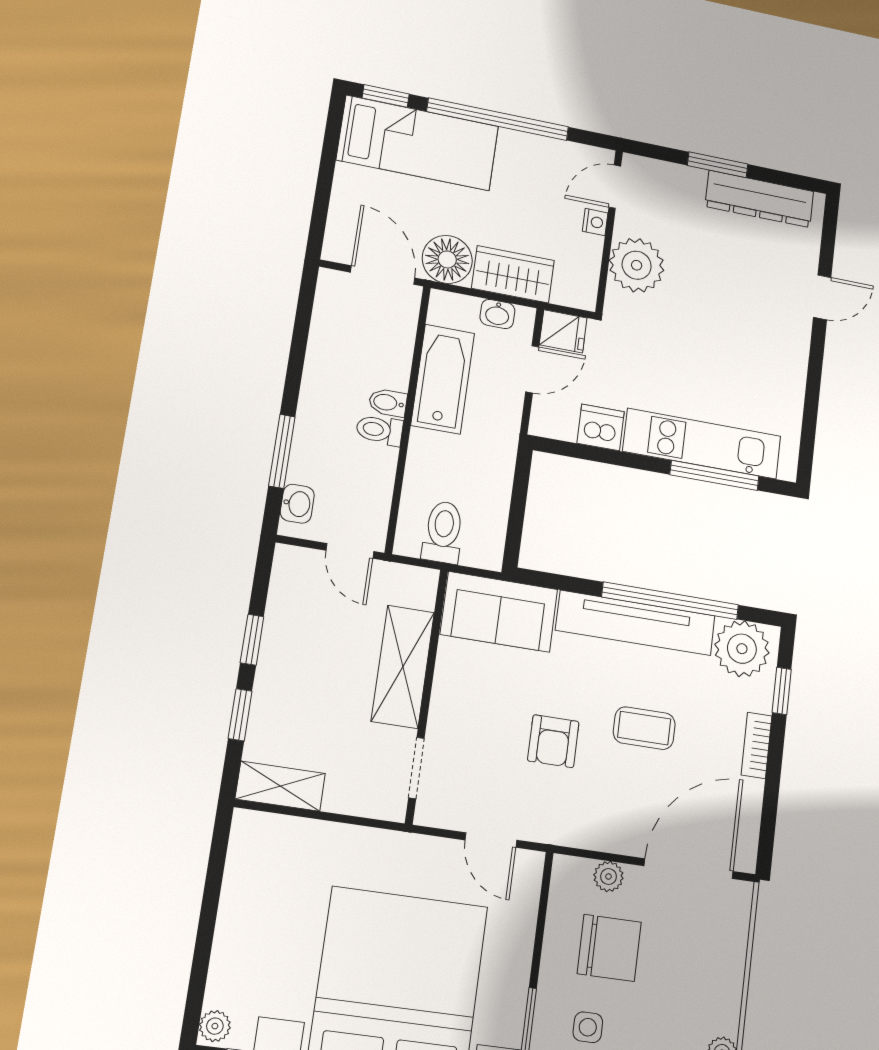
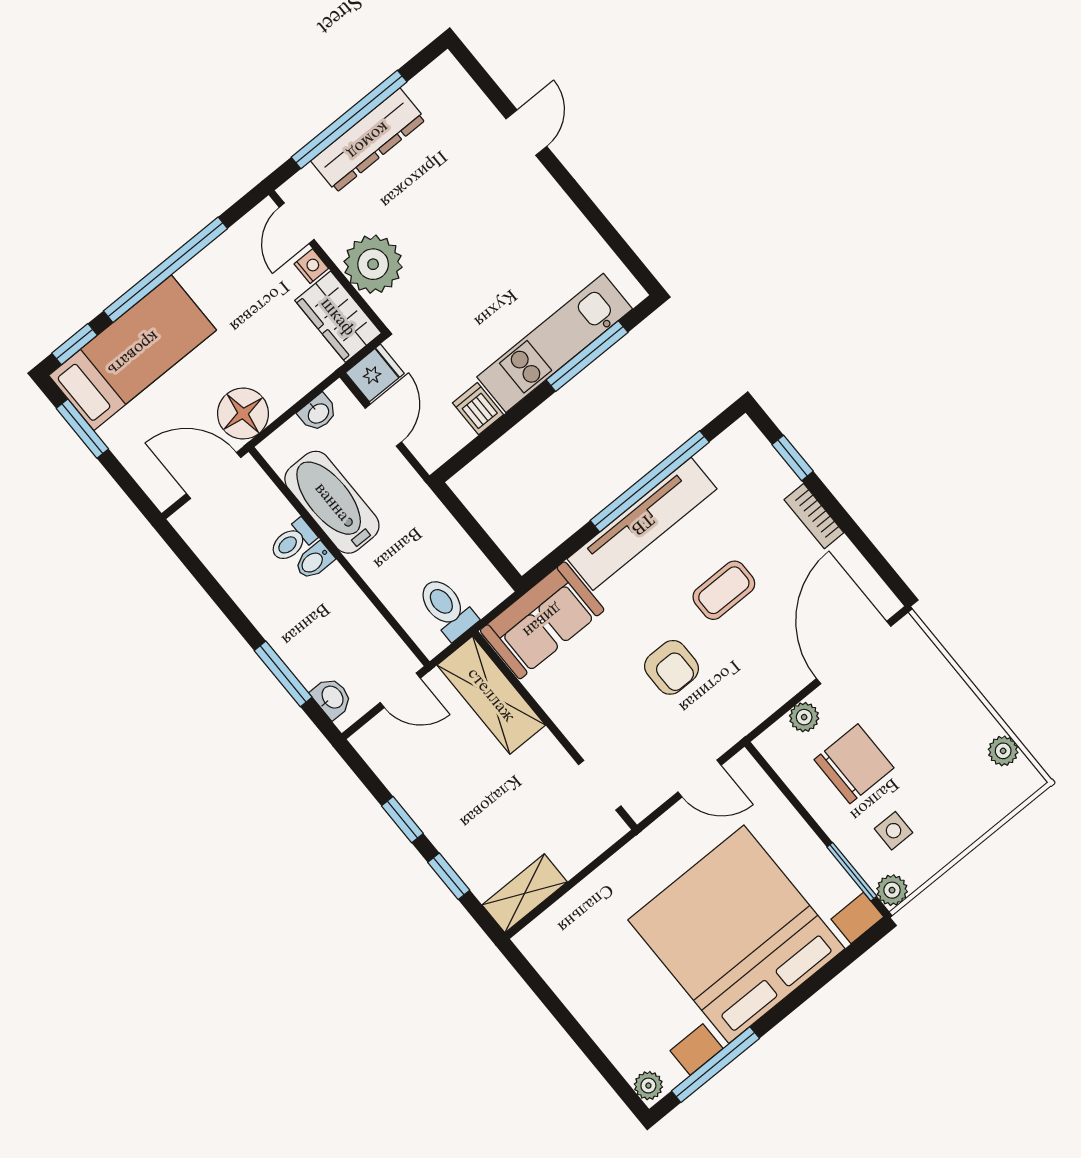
window: (330, 151) -> (82, 429), added
window: (718, 165) -> (349, 119), width x2.11
dresser: (759, 199) -> (368, 140), moved
wardrobe: (513, 274) -> (338, 317), moved, turned -90
dishwasher: (601, 427) -> (478, 409), width x0.73
toilet: (380, 430) -> (292, 541), moved
plant: (742, 649) -> (734, 459), removed
shelving: (403, 667) -> (491, 695), moved

